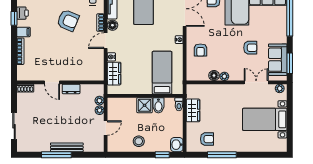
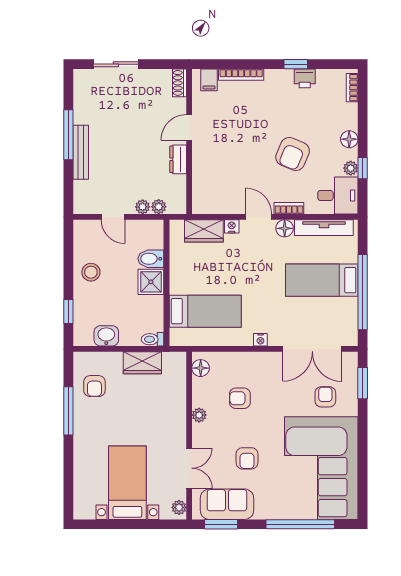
filing cabinet: (23, 32) -> (209, 80), moved
armchair: (200, 50) -> (240, 398), moved
floor lamp: (214, 76) -> (201, 368), moved
bidet: (158, 105) -> (151, 259), moved
washbasin: (177, 145) -> (106, 336), moved

